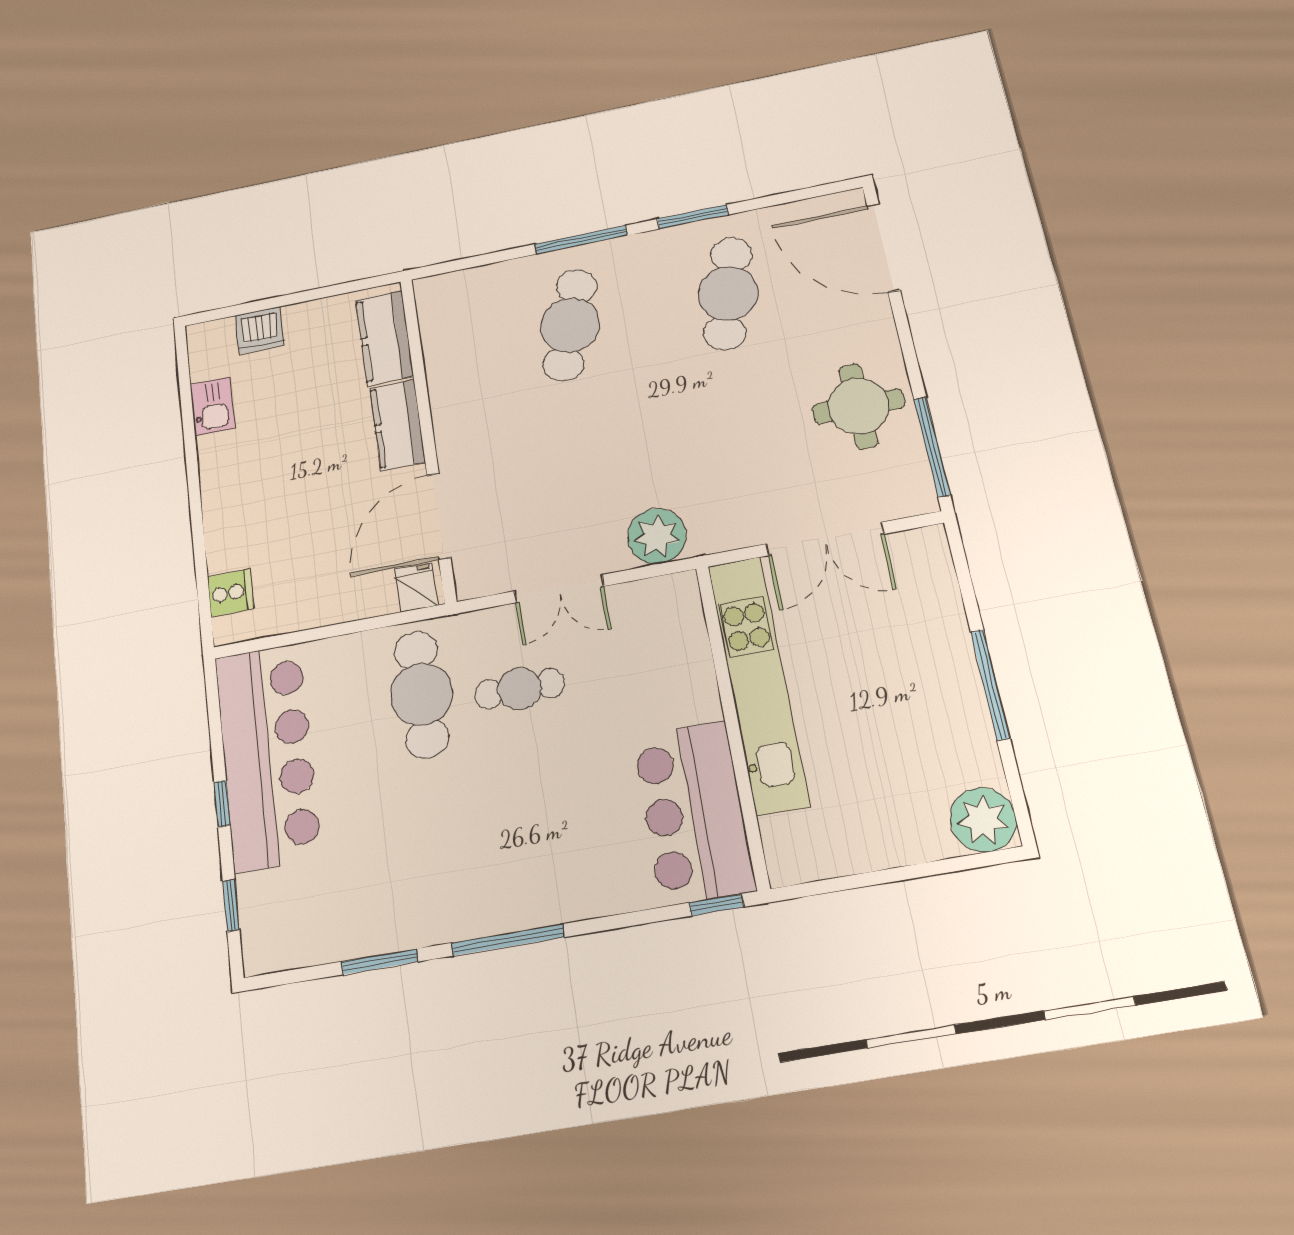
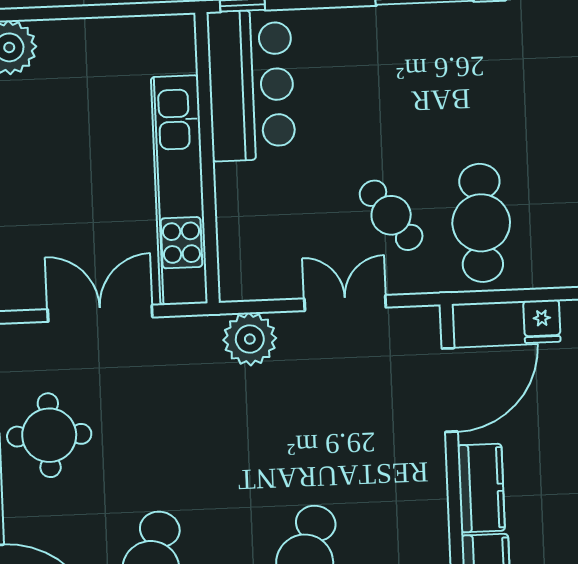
fridge: (416, 587) -> (542, 321), moved
cafe table: (520, 689) -> (391, 215), turned 53

